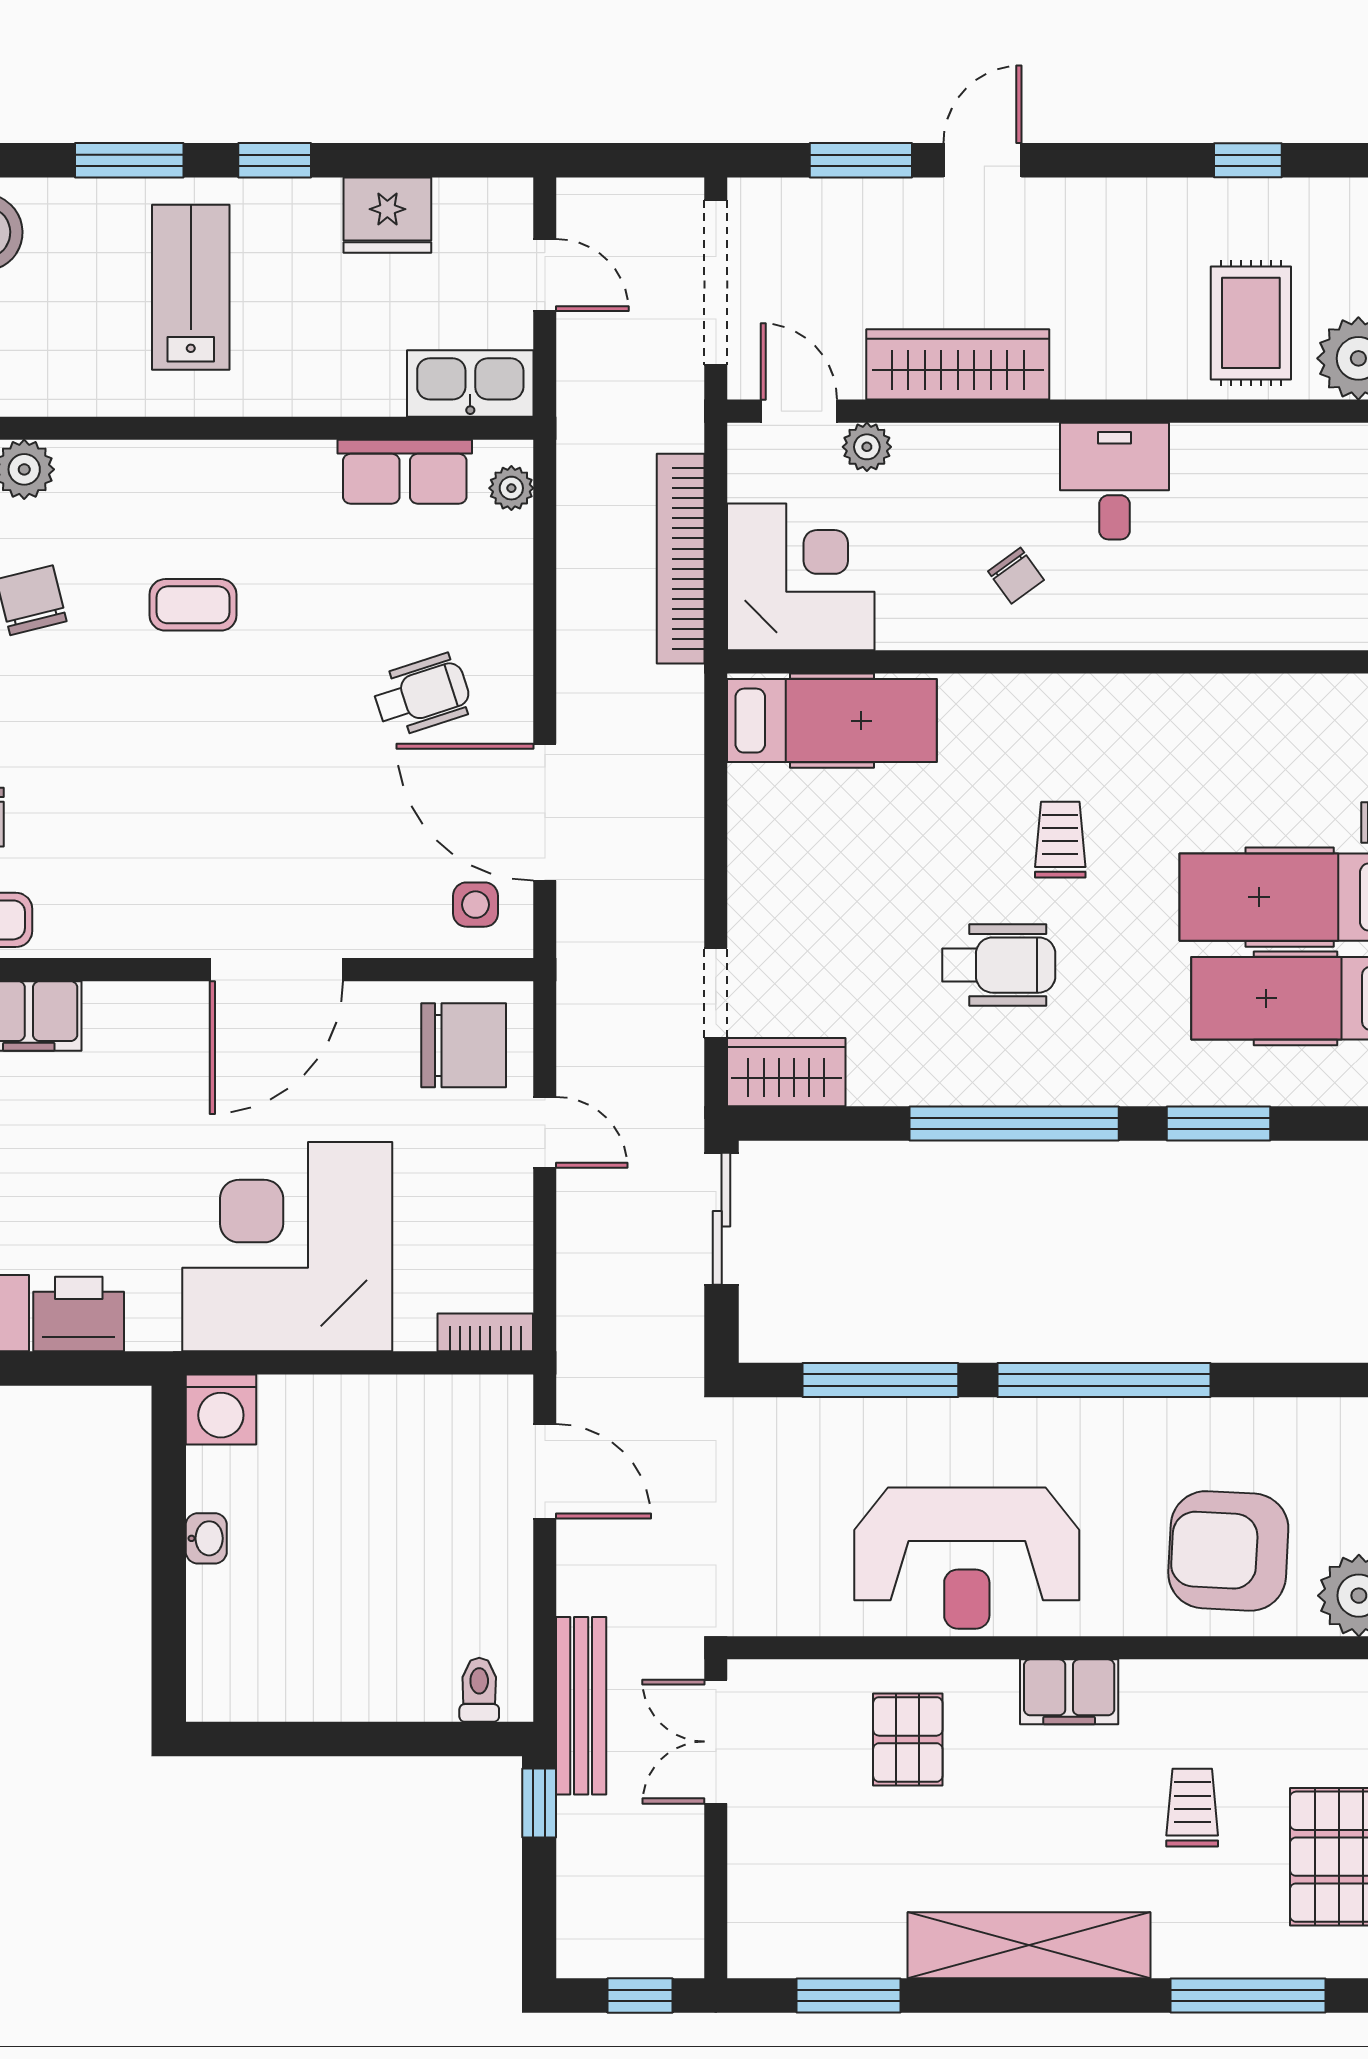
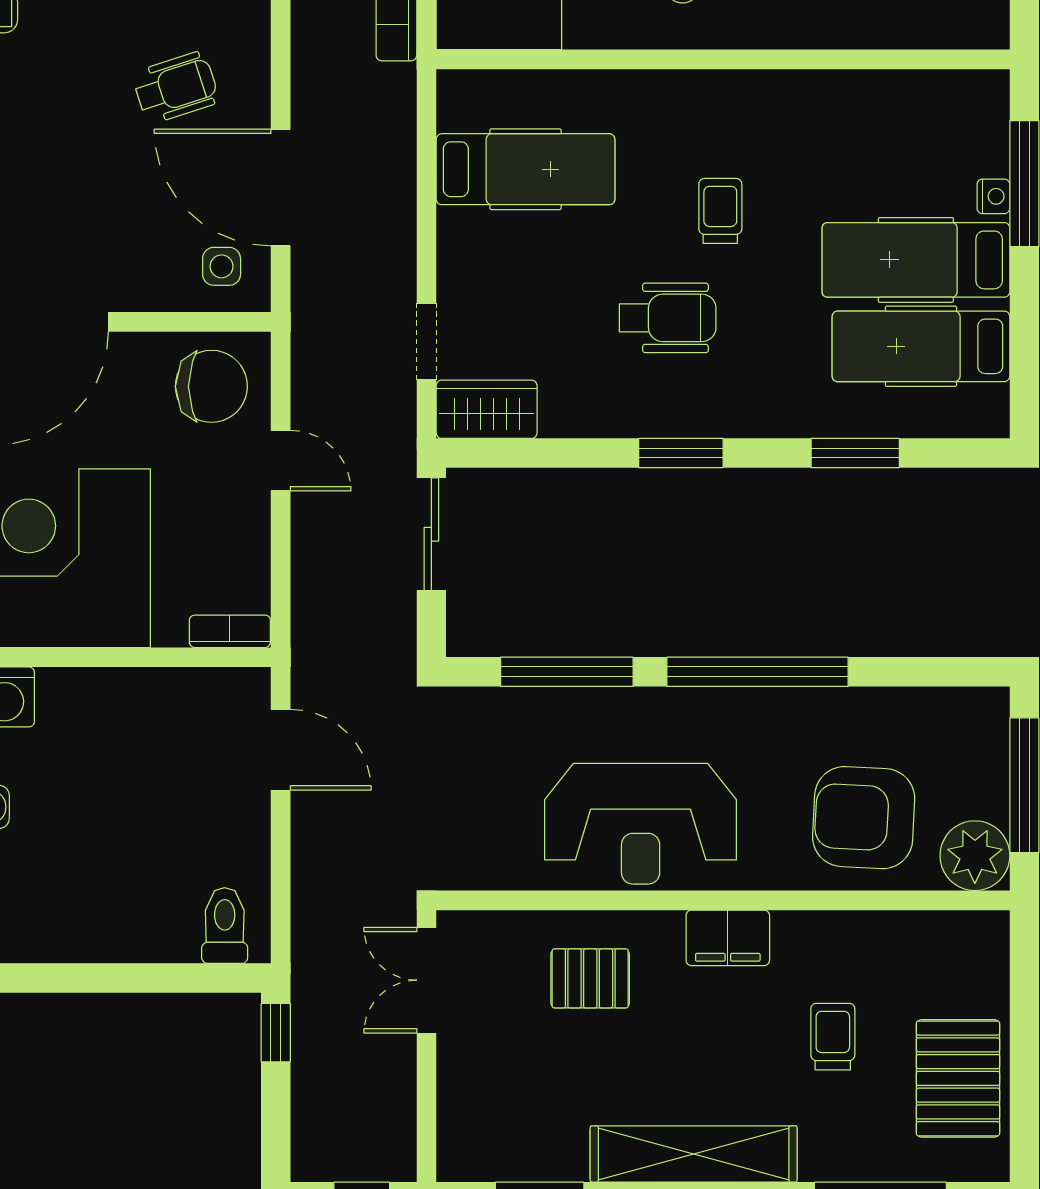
hospital bed: (832, 721) -> (526, 169), moved
window: (1014, 1124) -> (681, 453), width x0.47
toilet: (479, 1690) -> (225, 926), width x1.37, depth x1.39
bench: (581, 1706) -> (312, 950), removed
pallet: (908, 1739) -> (590, 978), turned 90

